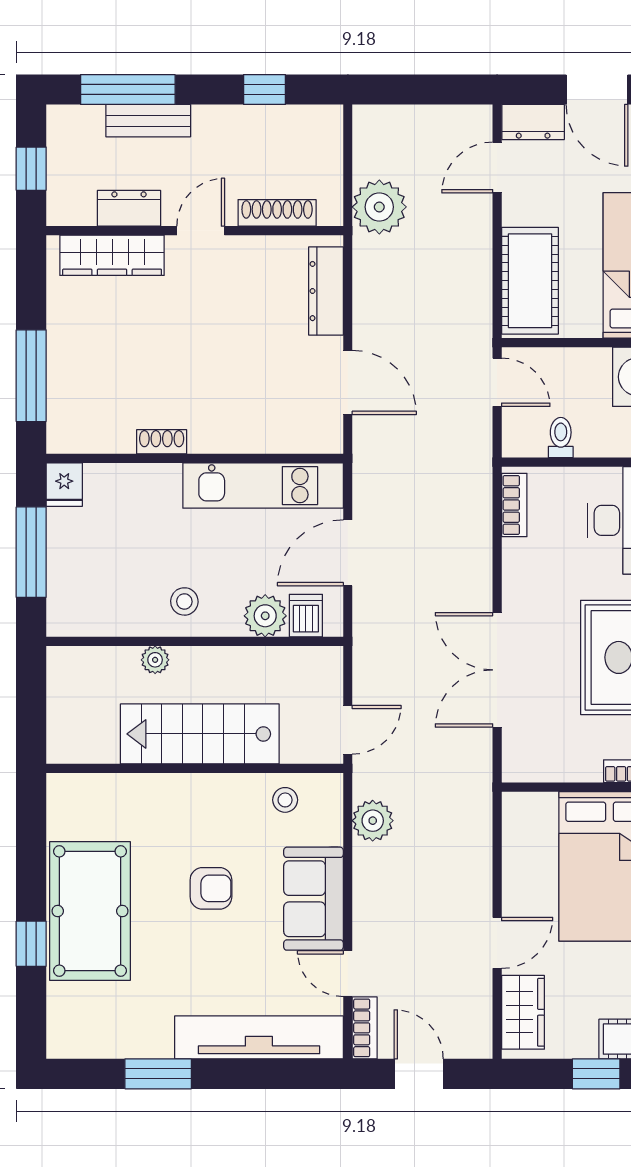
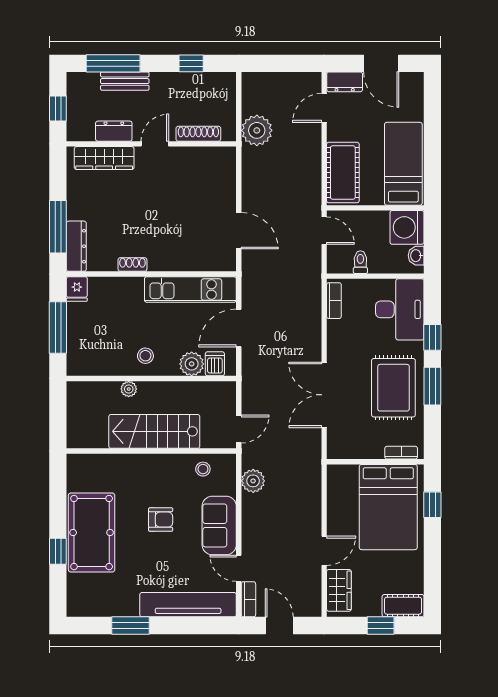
dresser: (326, 291) -> (76, 246), moved, turned 180

